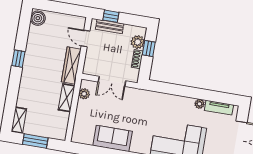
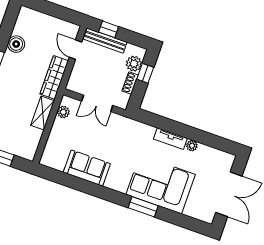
boiler: (38, 18) -> (16, 44), moved
bench: (110, 26) -> (105, 41), width x1.36
tv unit: (219, 108) -> (170, 139), moved

